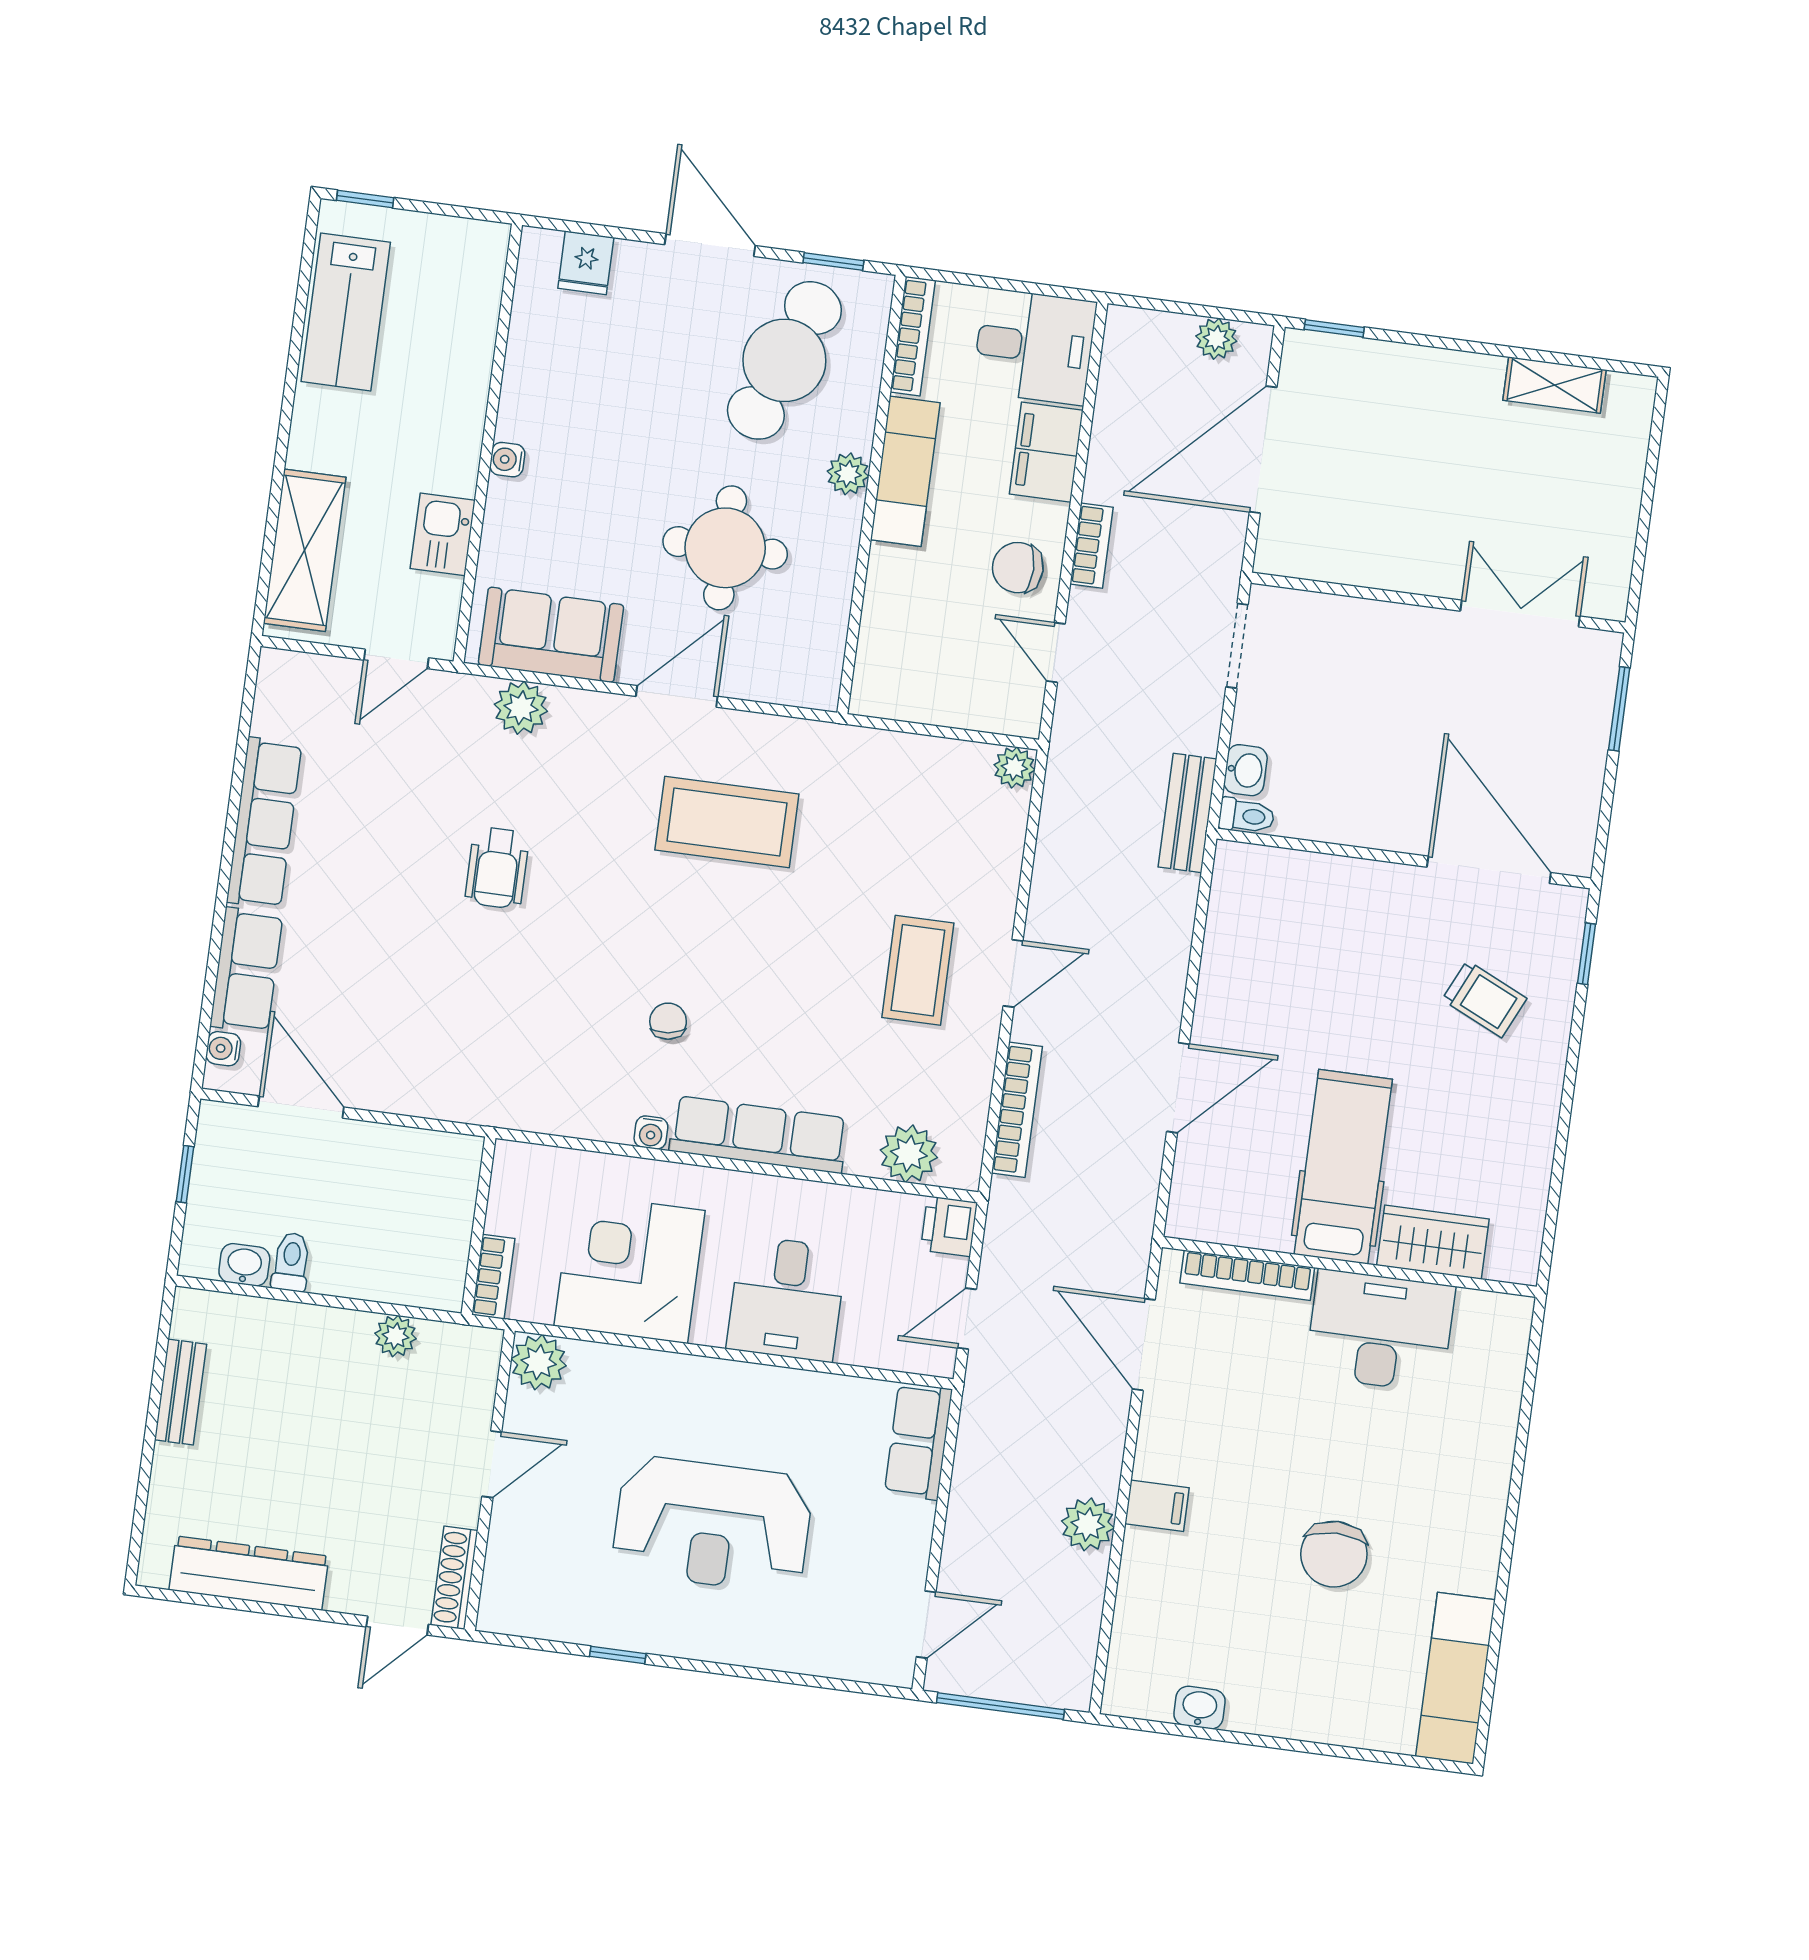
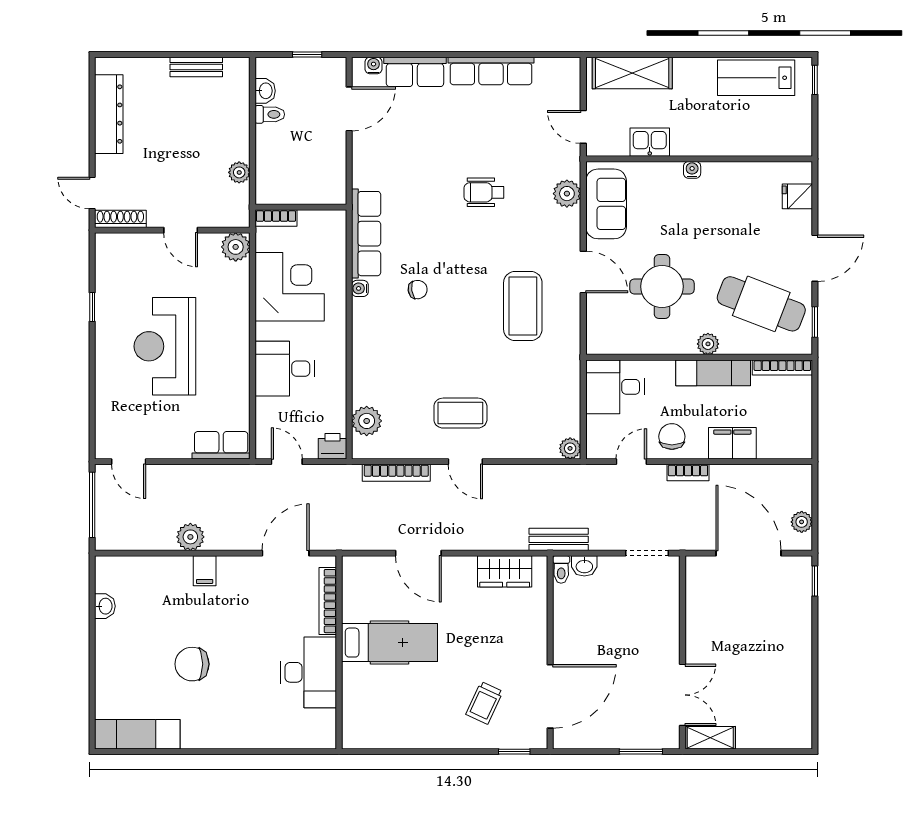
desk: (1034, 347) -> (615, 387), moved, turned 90
shelving: (1555, 385) -> (710, 738), moved, turned 90
row of seats: (759, 1135) -> (366, 234), moved
wardrobe: (1433, 1242) -> (505, 571), moved, turned 90

